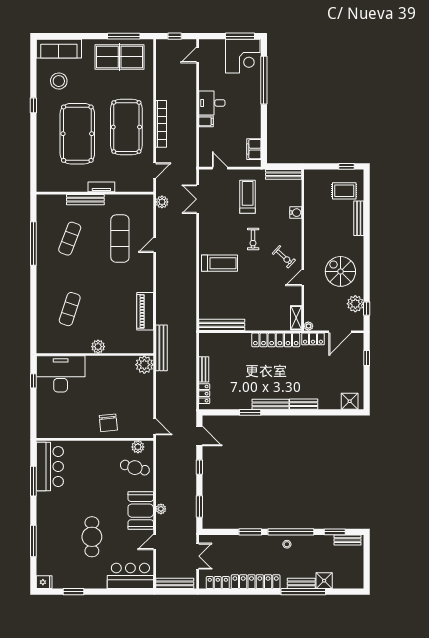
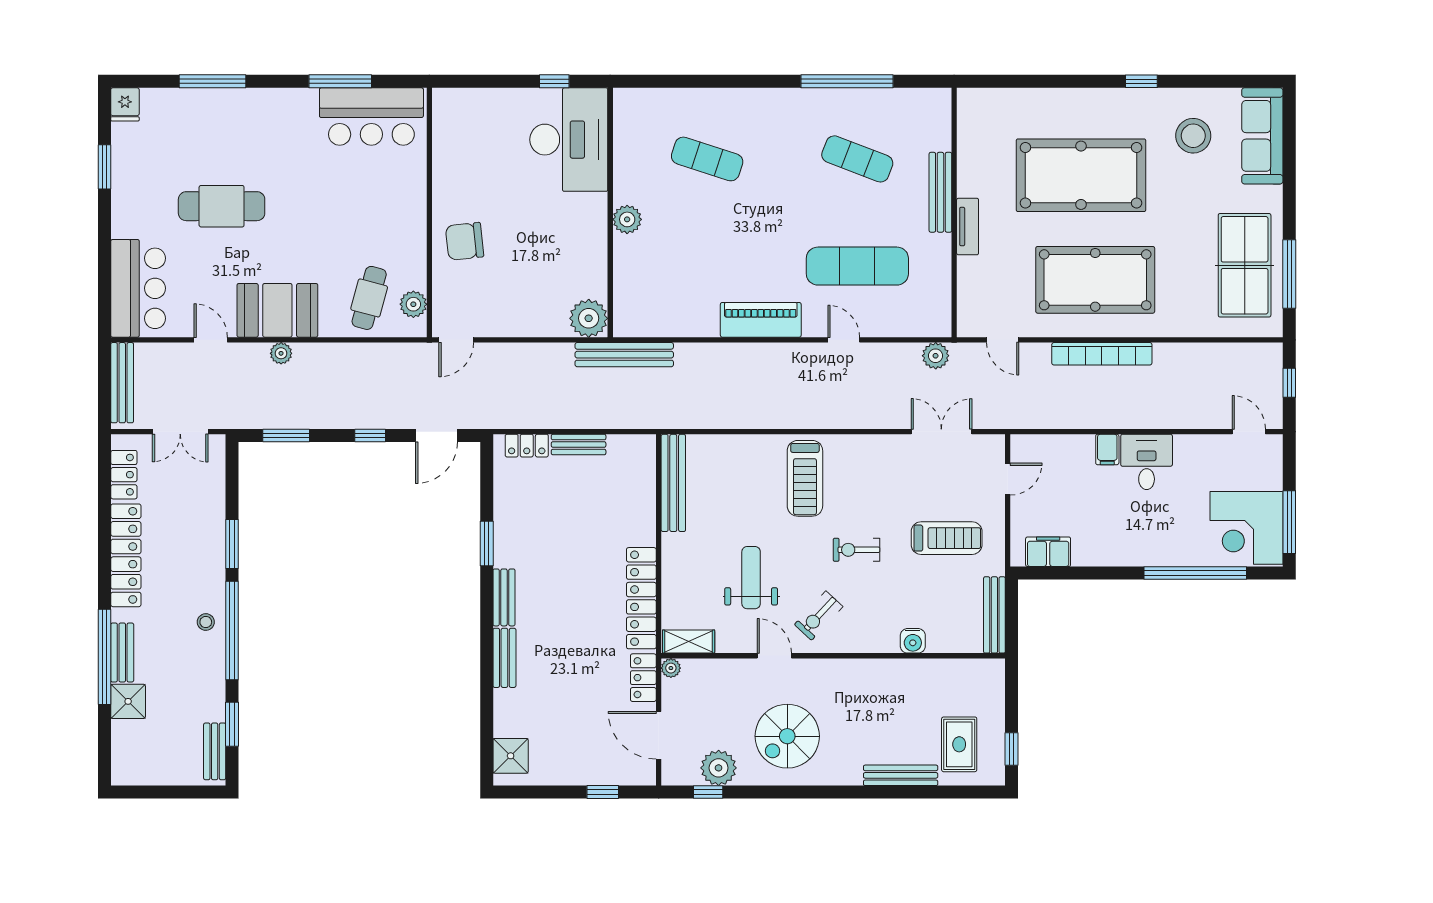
spiral stairs: (340, 271) -> (787, 736), turned 180
weight bench: (266, 288) -> (751, 578), added
piano: (145, 311) -> (761, 320), moved
bench: (270, 404) -> (504, 597), width x0.73

